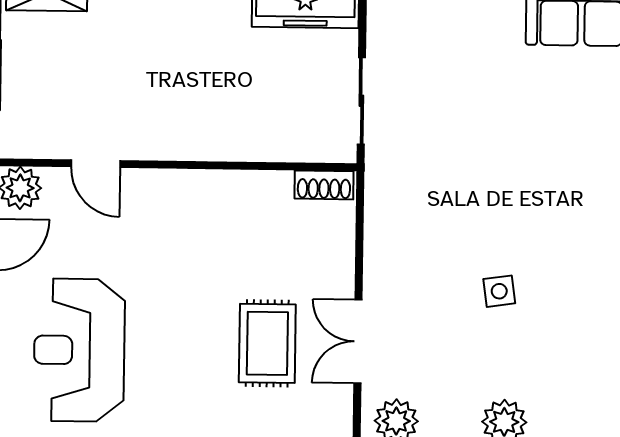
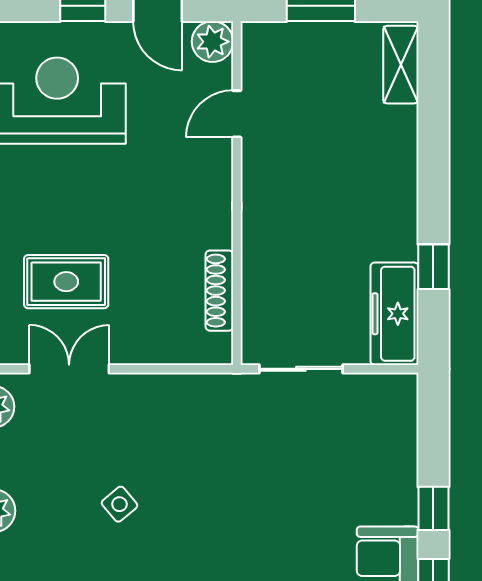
shoe rack: (324, 185) -> (219, 291), moved, width x1.43
side table: (499, 291) -> (119, 504), turned -32

